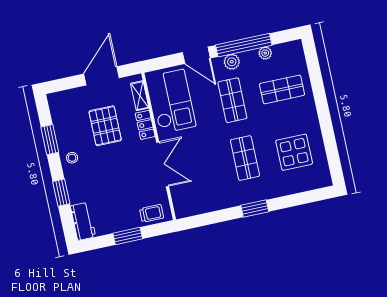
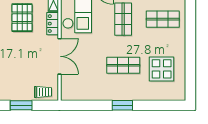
shop shelf: (245, 158) -> (123, 65), turned 90

